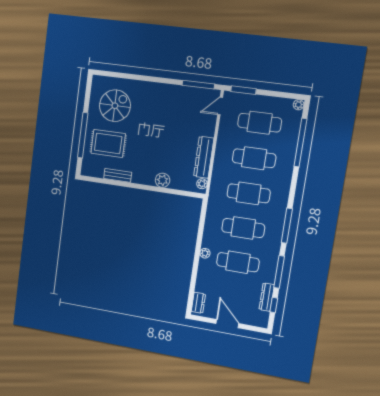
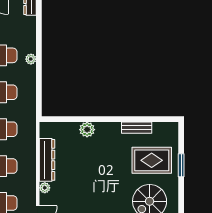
window: (83, 135) -> (181, 165), width x0.47
plant: (202, 184) -> (45, 188), moved

